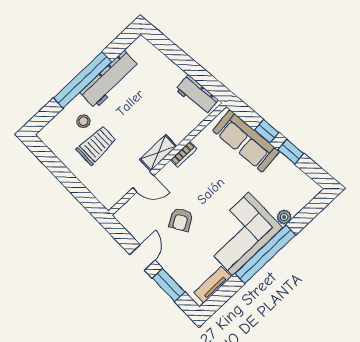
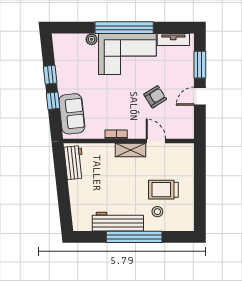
sofa: (246, 141) -> (72, 114), width x0.73

